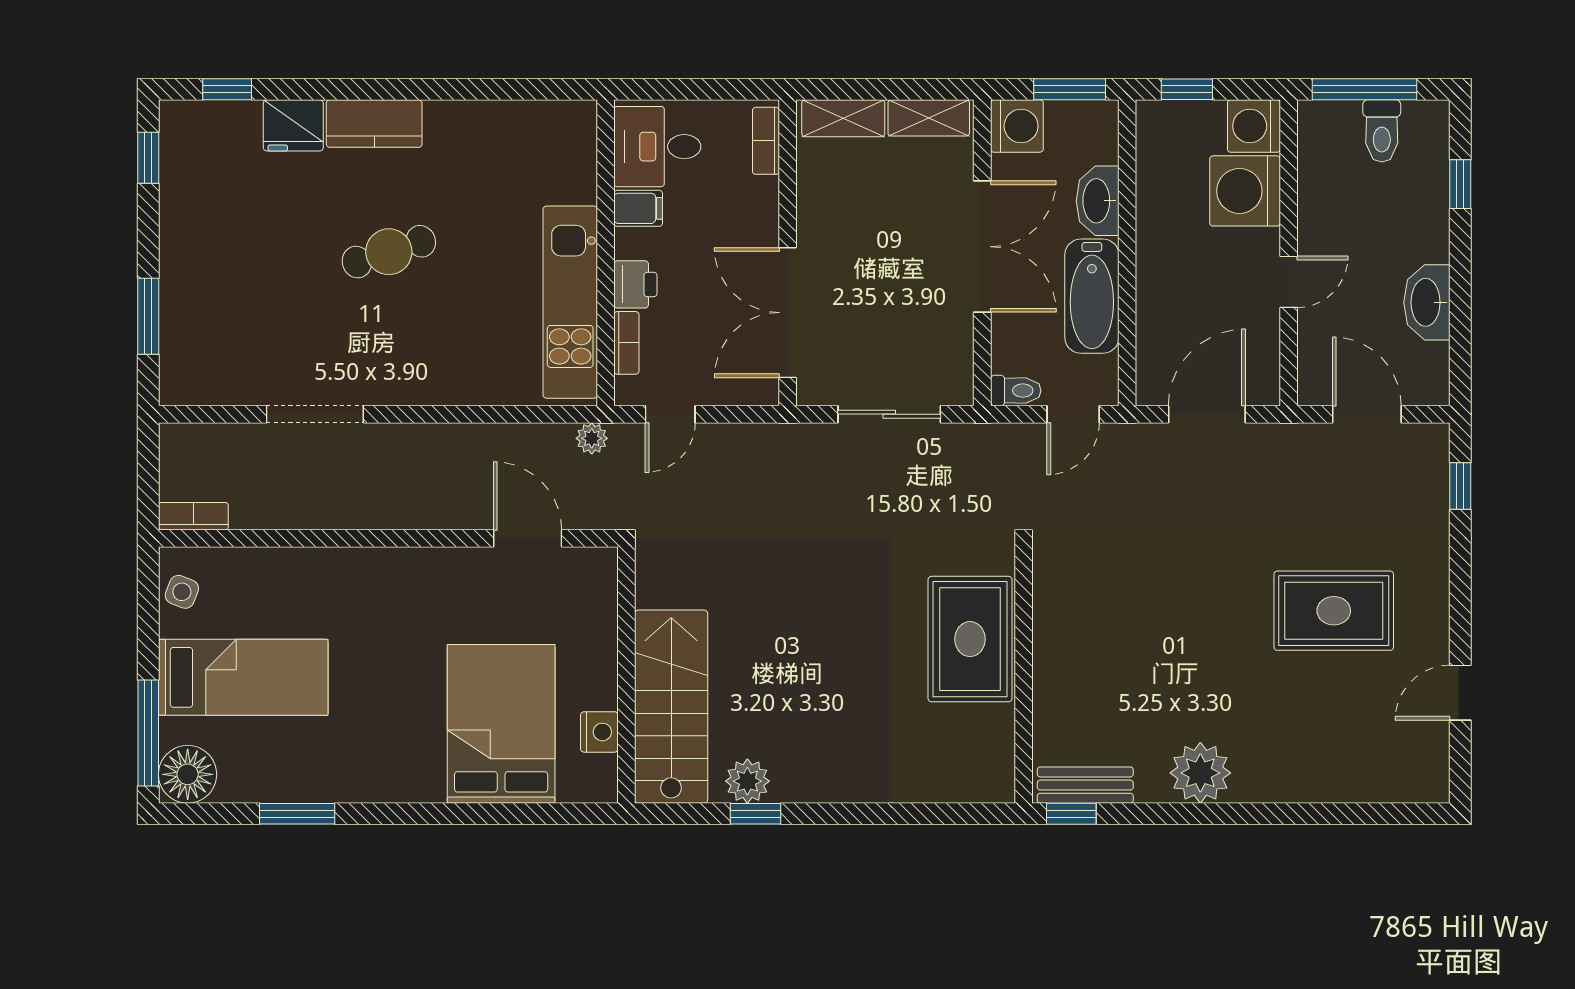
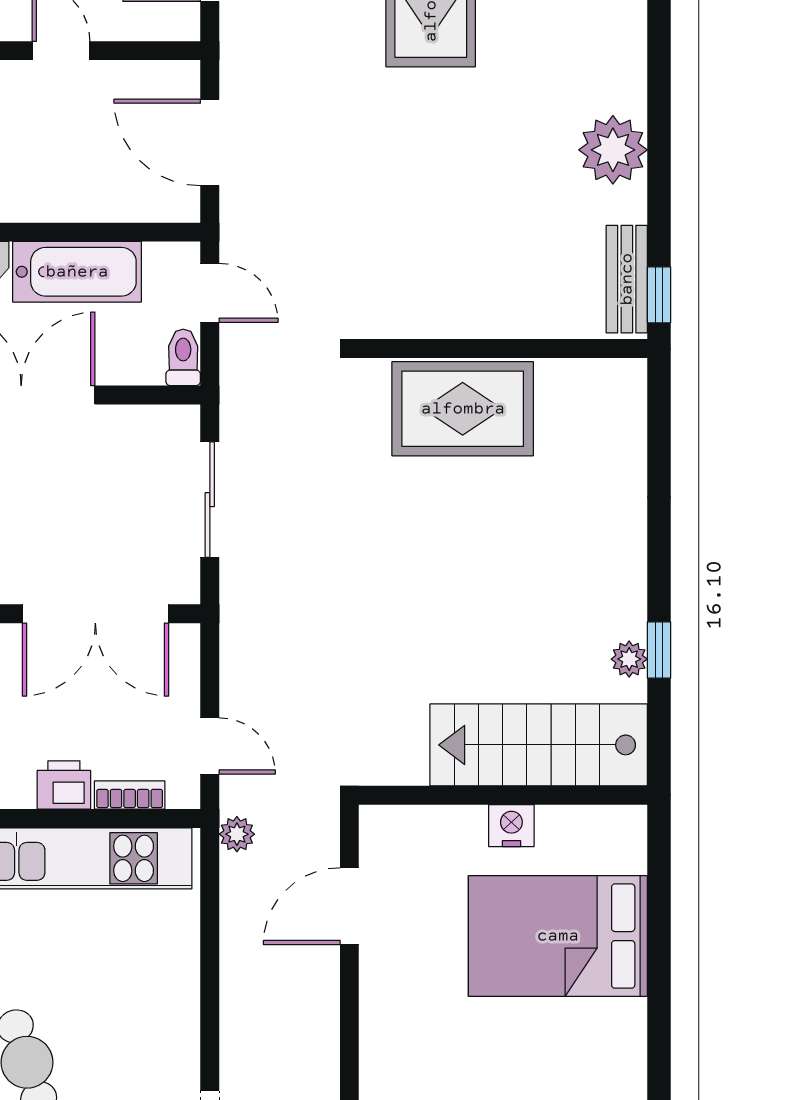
nightstand: (599, 732) -> (511, 826), moved
plant: (747, 781) -> (629, 659), width x0.73, depth x0.73

